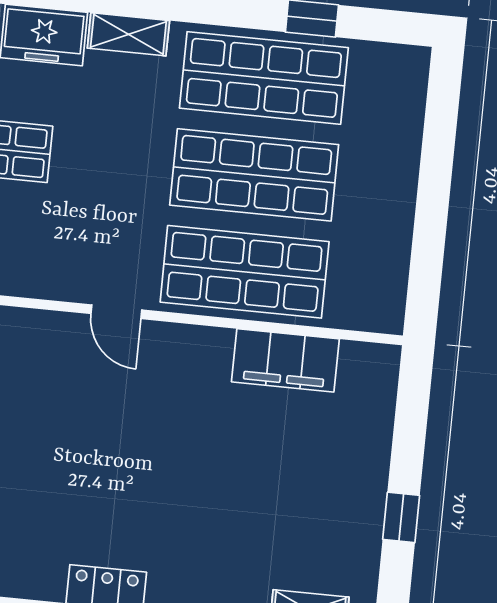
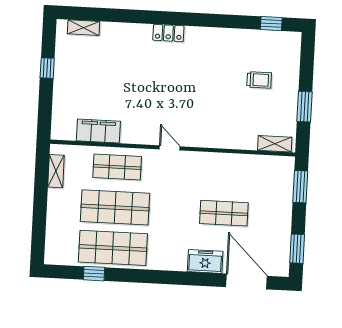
shelving: (128, 34) -> (56, 171), moved, turned 90
shop shelf: (245, 272) -> (117, 167), width x0.70, depth x0.74

